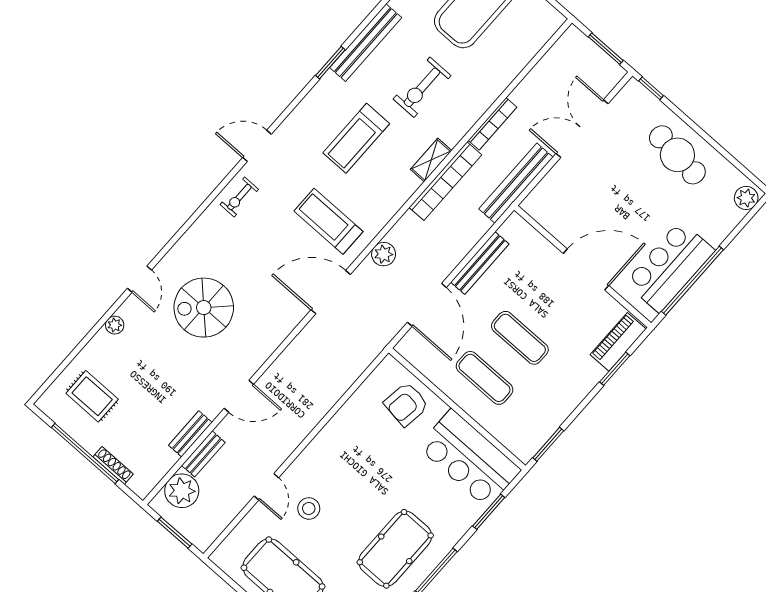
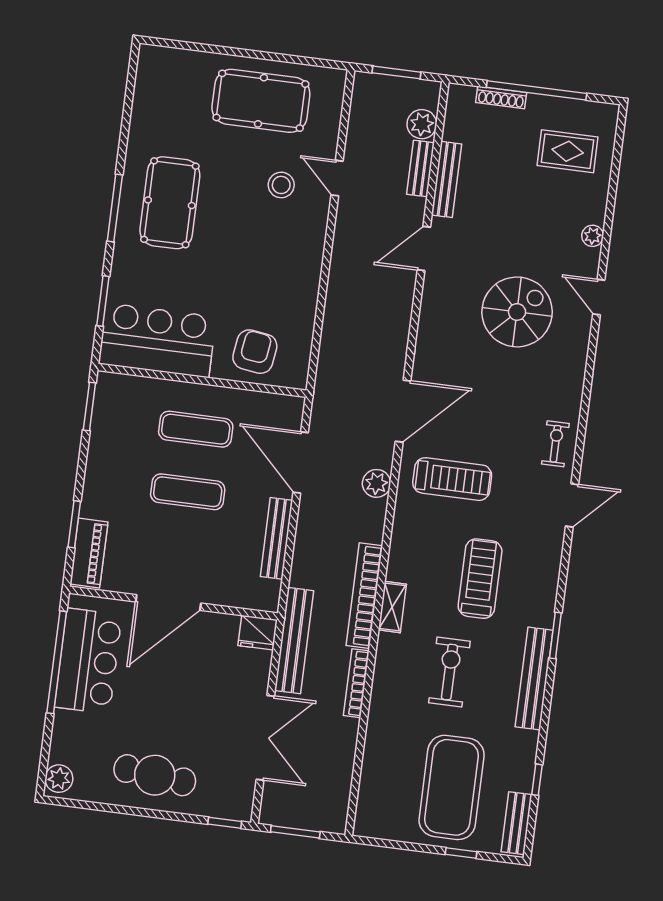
fridge: (538, 206) -> (258, 633), added
bench: (190, 434) -> (446, 179), width x1.36
plant: (182, 491) -> (422, 124), width x0.73, depth x0.73

